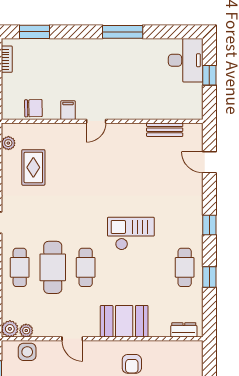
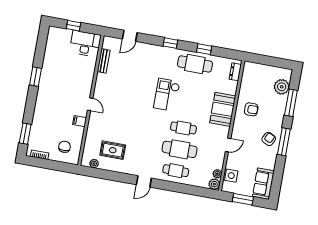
window: (123, 32) -> (35, 77), width x0.69
desk: (186, 60) -> (85, 44), moved
chair: (33, 108) -> (64, 147), moved
cafe table: (185, 267) -> (195, 64), width x1.37, depth x1.35

